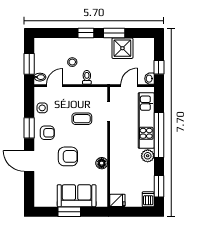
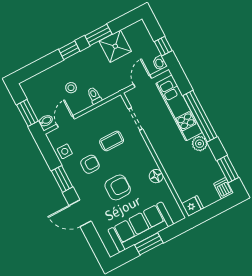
armchair: (47, 133) -> (90, 164), moved
sofa: (77, 196) -> (141, 227), width x1.36

